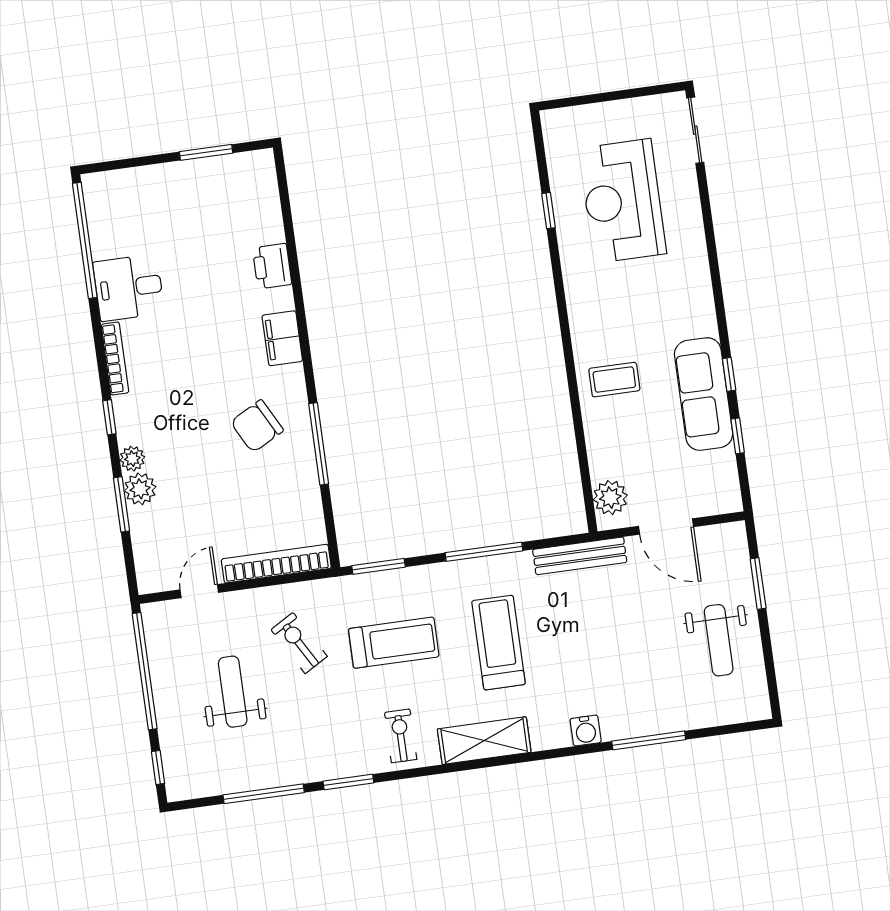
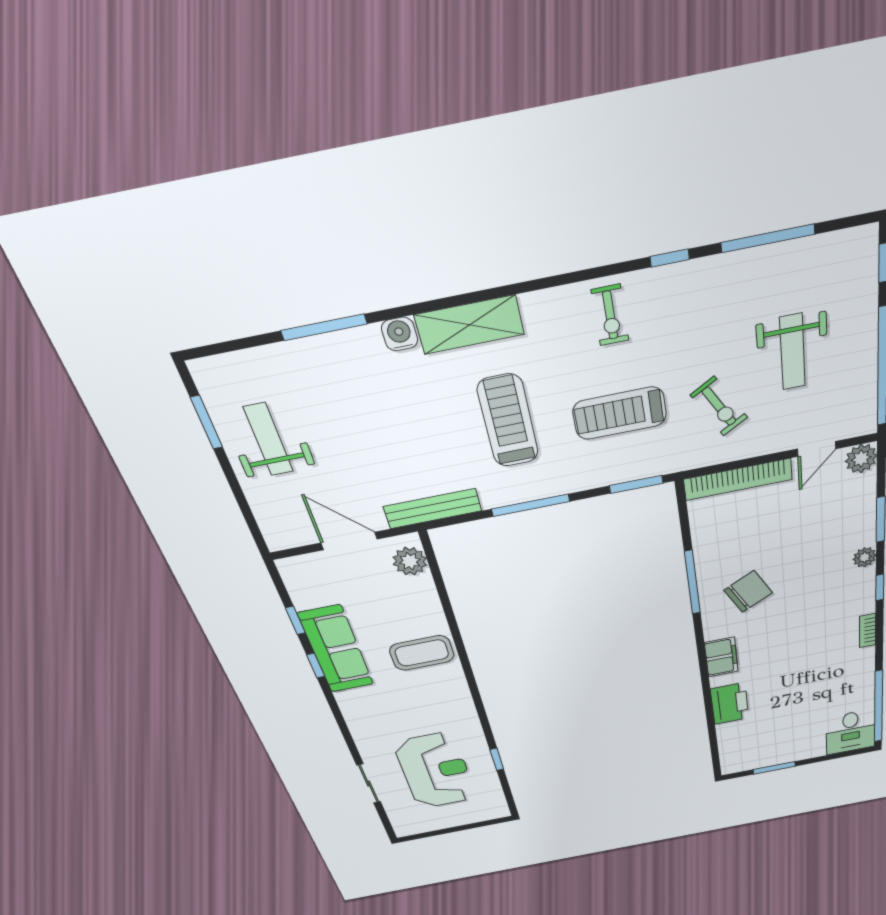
sliding door: (695, 130) -> (369, 784), moved
printer: (272, 266) -> (730, 704), width x1.37, depth x1.19
desk: (129, 288) -> (850, 732), moved, turned 90
bookcase: (115, 358) -> (868, 631), width x0.64
coffee table: (614, 380) -> (422, 653), width x1.36, depth x1.30
plant: (140, 489) -> (861, 459), moved
window: (758, 584) -> (206, 422), moved
treadmill: (499, 643) -> (508, 421), turned 180
shelving: (484, 741) -> (469, 325), moved
window: (348, 782) -> (670, 258), width x0.67

